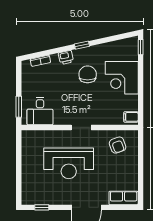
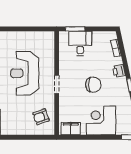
chair: (88, 74) -> (93, 85), moved
desk: (40, 111) -> (80, 43), moved, turned 90
filing cabinet: (131, 117) -> (71, 129), width x2.00

